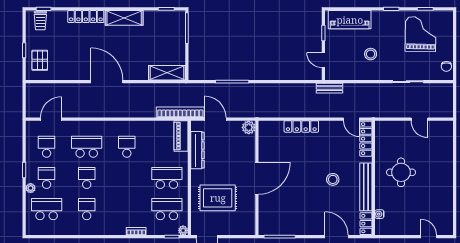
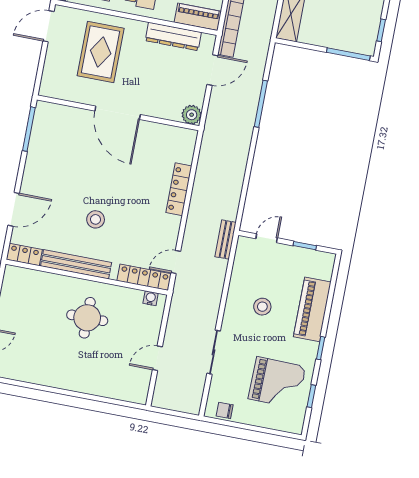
piano: (350, 20) -> (312, 309), moved
water cooler: (379, 214) -> (151, 298), moved

